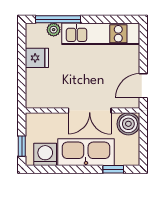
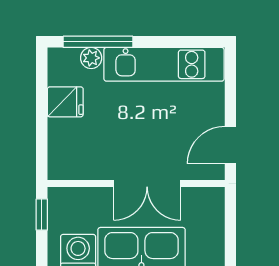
boiler: (128, 124) -> (207, 204), removed
window: (22, 146) -> (42, 215), moved

